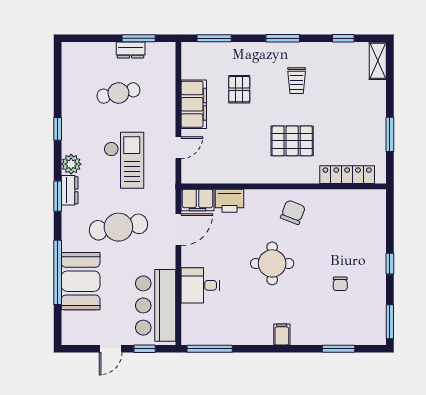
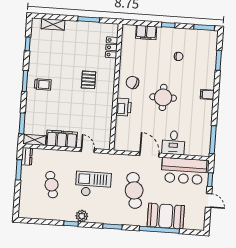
dresser: (131, 50) -> (27, 156), moved
shelving: (189, 61) -> (35, 140), added
shelving: (378, 61) -> (53, 24), moved
trolley: (297, 81) -> (43, 84), moved
pallet: (239, 89) -> (54, 110), removed
pallet: (292, 141) -> (88, 80), width x0.67, depth x0.71
plant: (71, 164) -> (82, 216), moved
locker: (347, 175) -> (112, 47), width x0.66
dresser: (70, 190) -> (109, 219), removed
filing cabinet: (197, 200) -> (146, 32), moved, turned 90
printer: (230, 201) -> (124, 107), moved
door: (178, 230) -> (149, 154), moved

